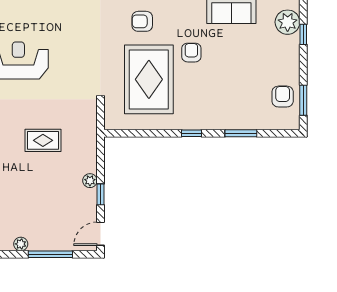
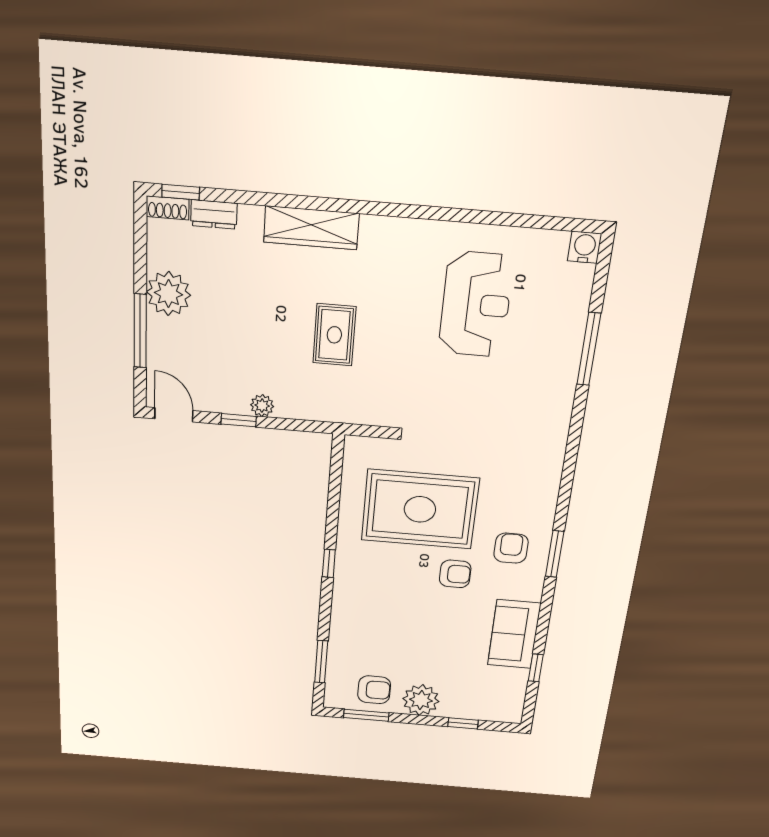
armchair: (142, 21) -> (511, 548), moved
plant: (288, 22) -> (421, 700), moved
window: (241, 133) -> (321, 662), moved
plant: (21, 244) -> (168, 294), width x1.87, depth x1.87

